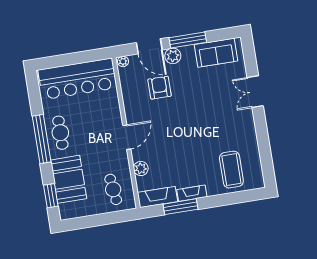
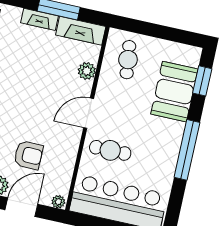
door: (149, 46) -> (21, 207), hinge flipped
armchair: (159, 88) -> (28, 155), turned -89
cafe table: (60, 133) -> (110, 150), moved, turned 90

